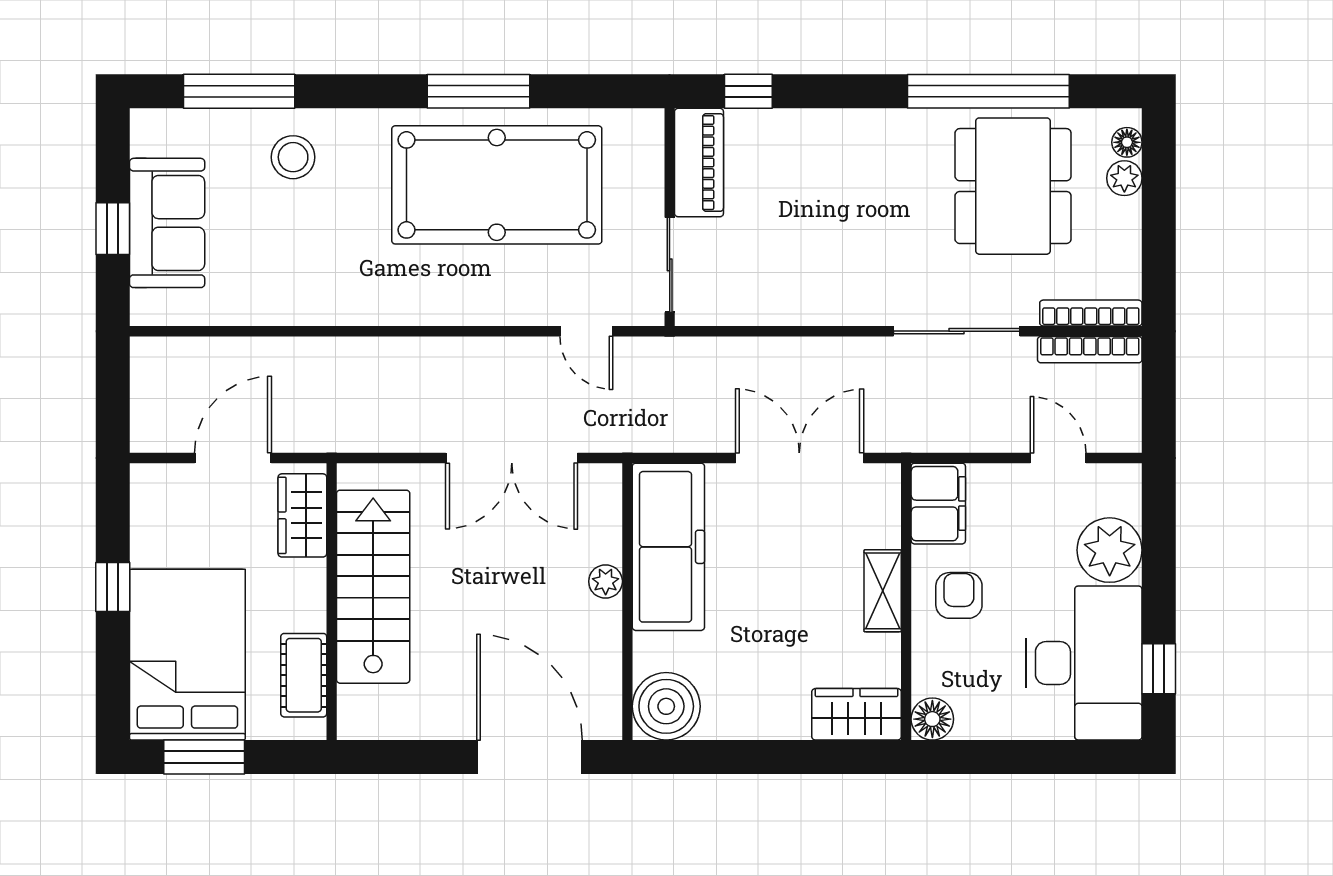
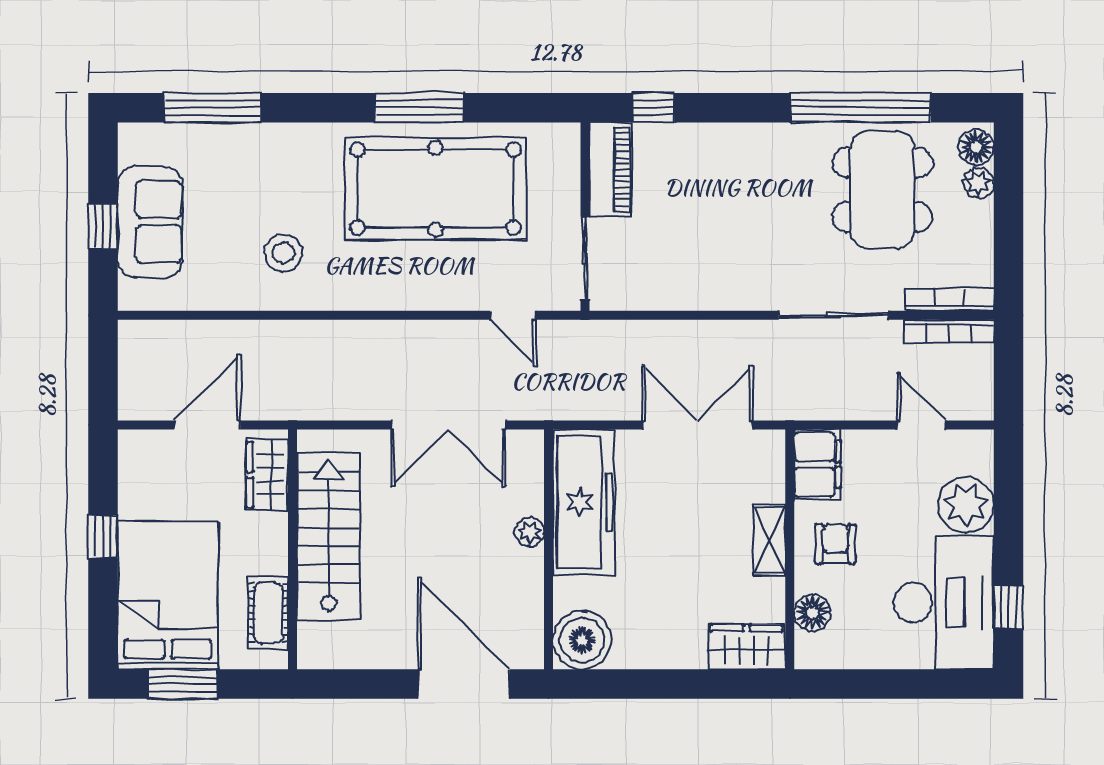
floor lamp: (1127, 142) -> (976, 147), width x1.37, depth x1.37
stool: (293, 157) -> (283, 253), moved
floor lamp: (932, 719) -> (812, 613), moved

